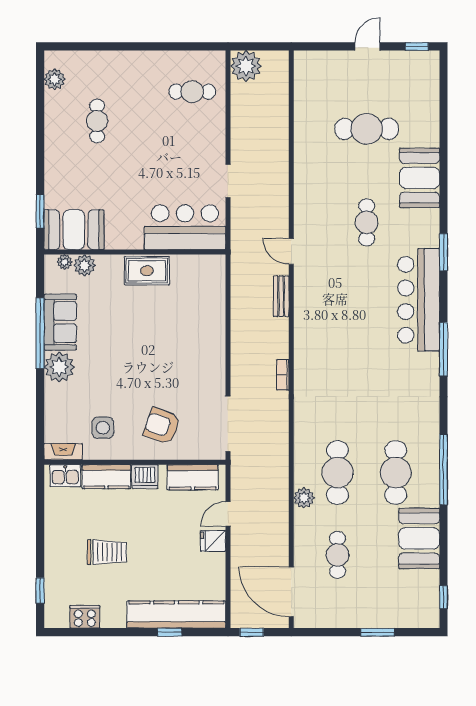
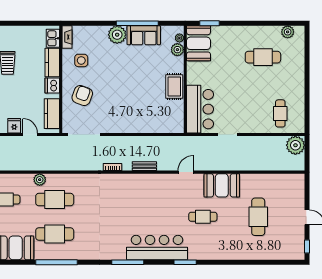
cafe table: (97, 121) -> (263, 57), width x1.37, depth x1.35
booth: (420, 178) -> (222, 185), moved
bench: (281, 296) -> (144, 166), moved

